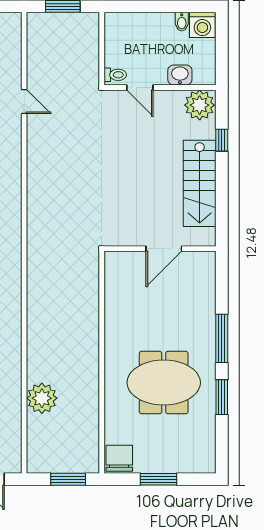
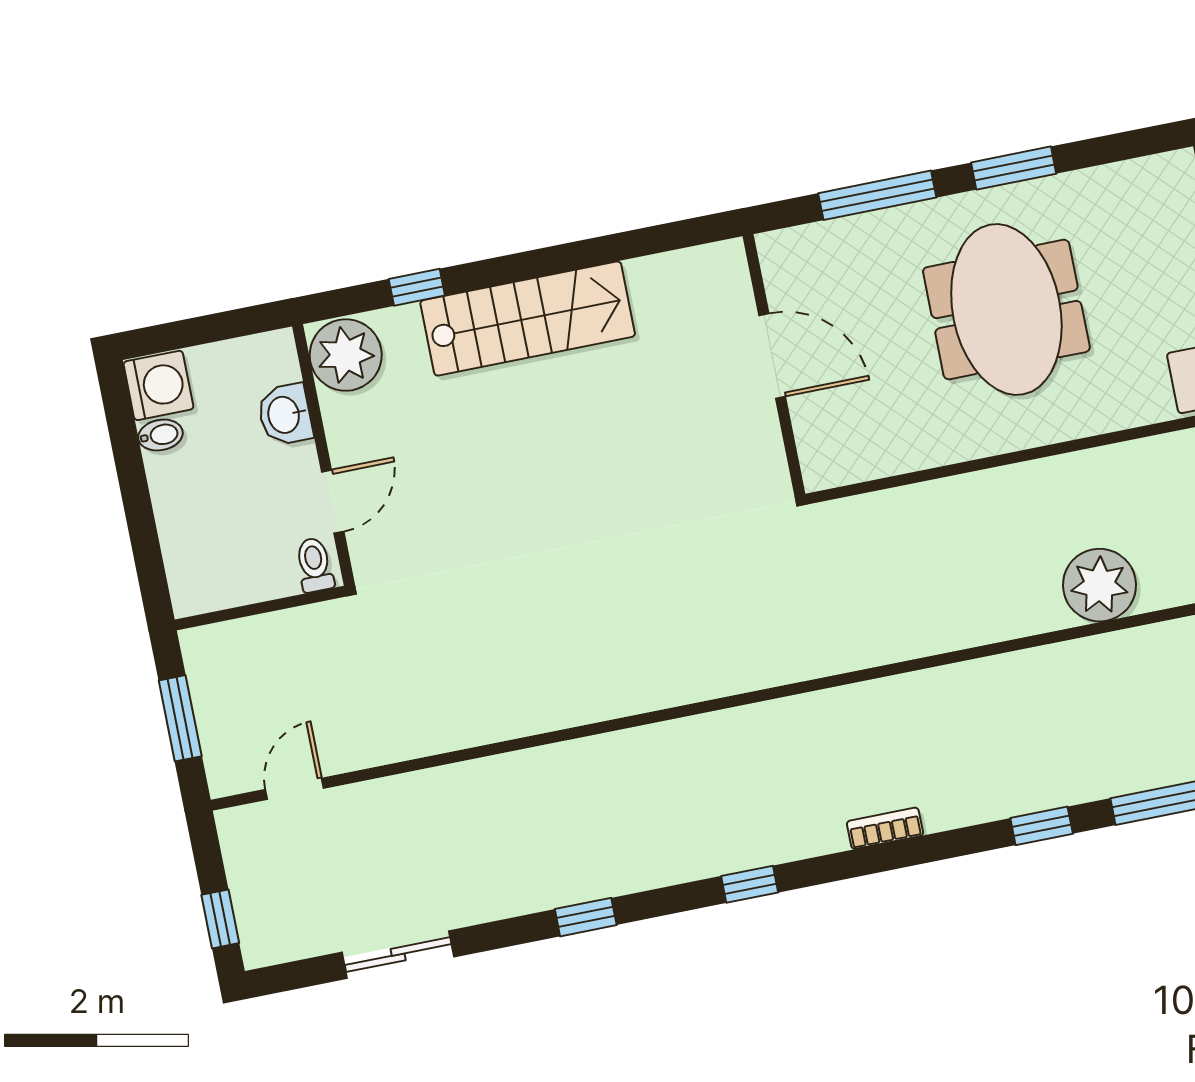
door: (24, 101) -> (295, 789), moved
wall: (160, 249) -> (774, 365), moved
door: (164, 249) -> (772, 356), moved

